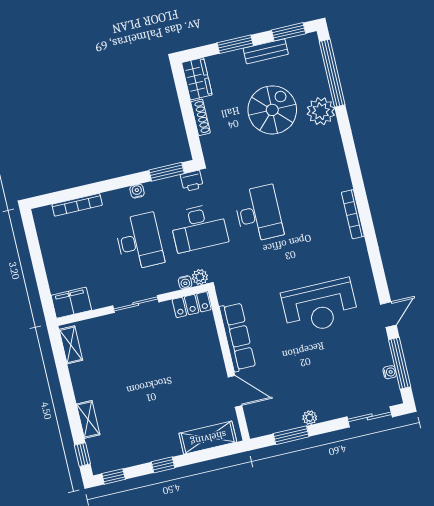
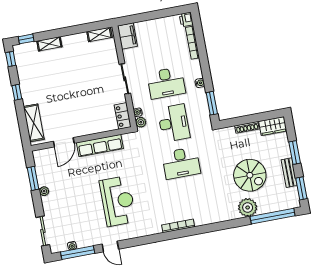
printer: (192, 181) -> (186, 19), moved
desk: (199, 228) -> (174, 123), turned 180
reception desk: (320, 306) -> (118, 201), turned 180

